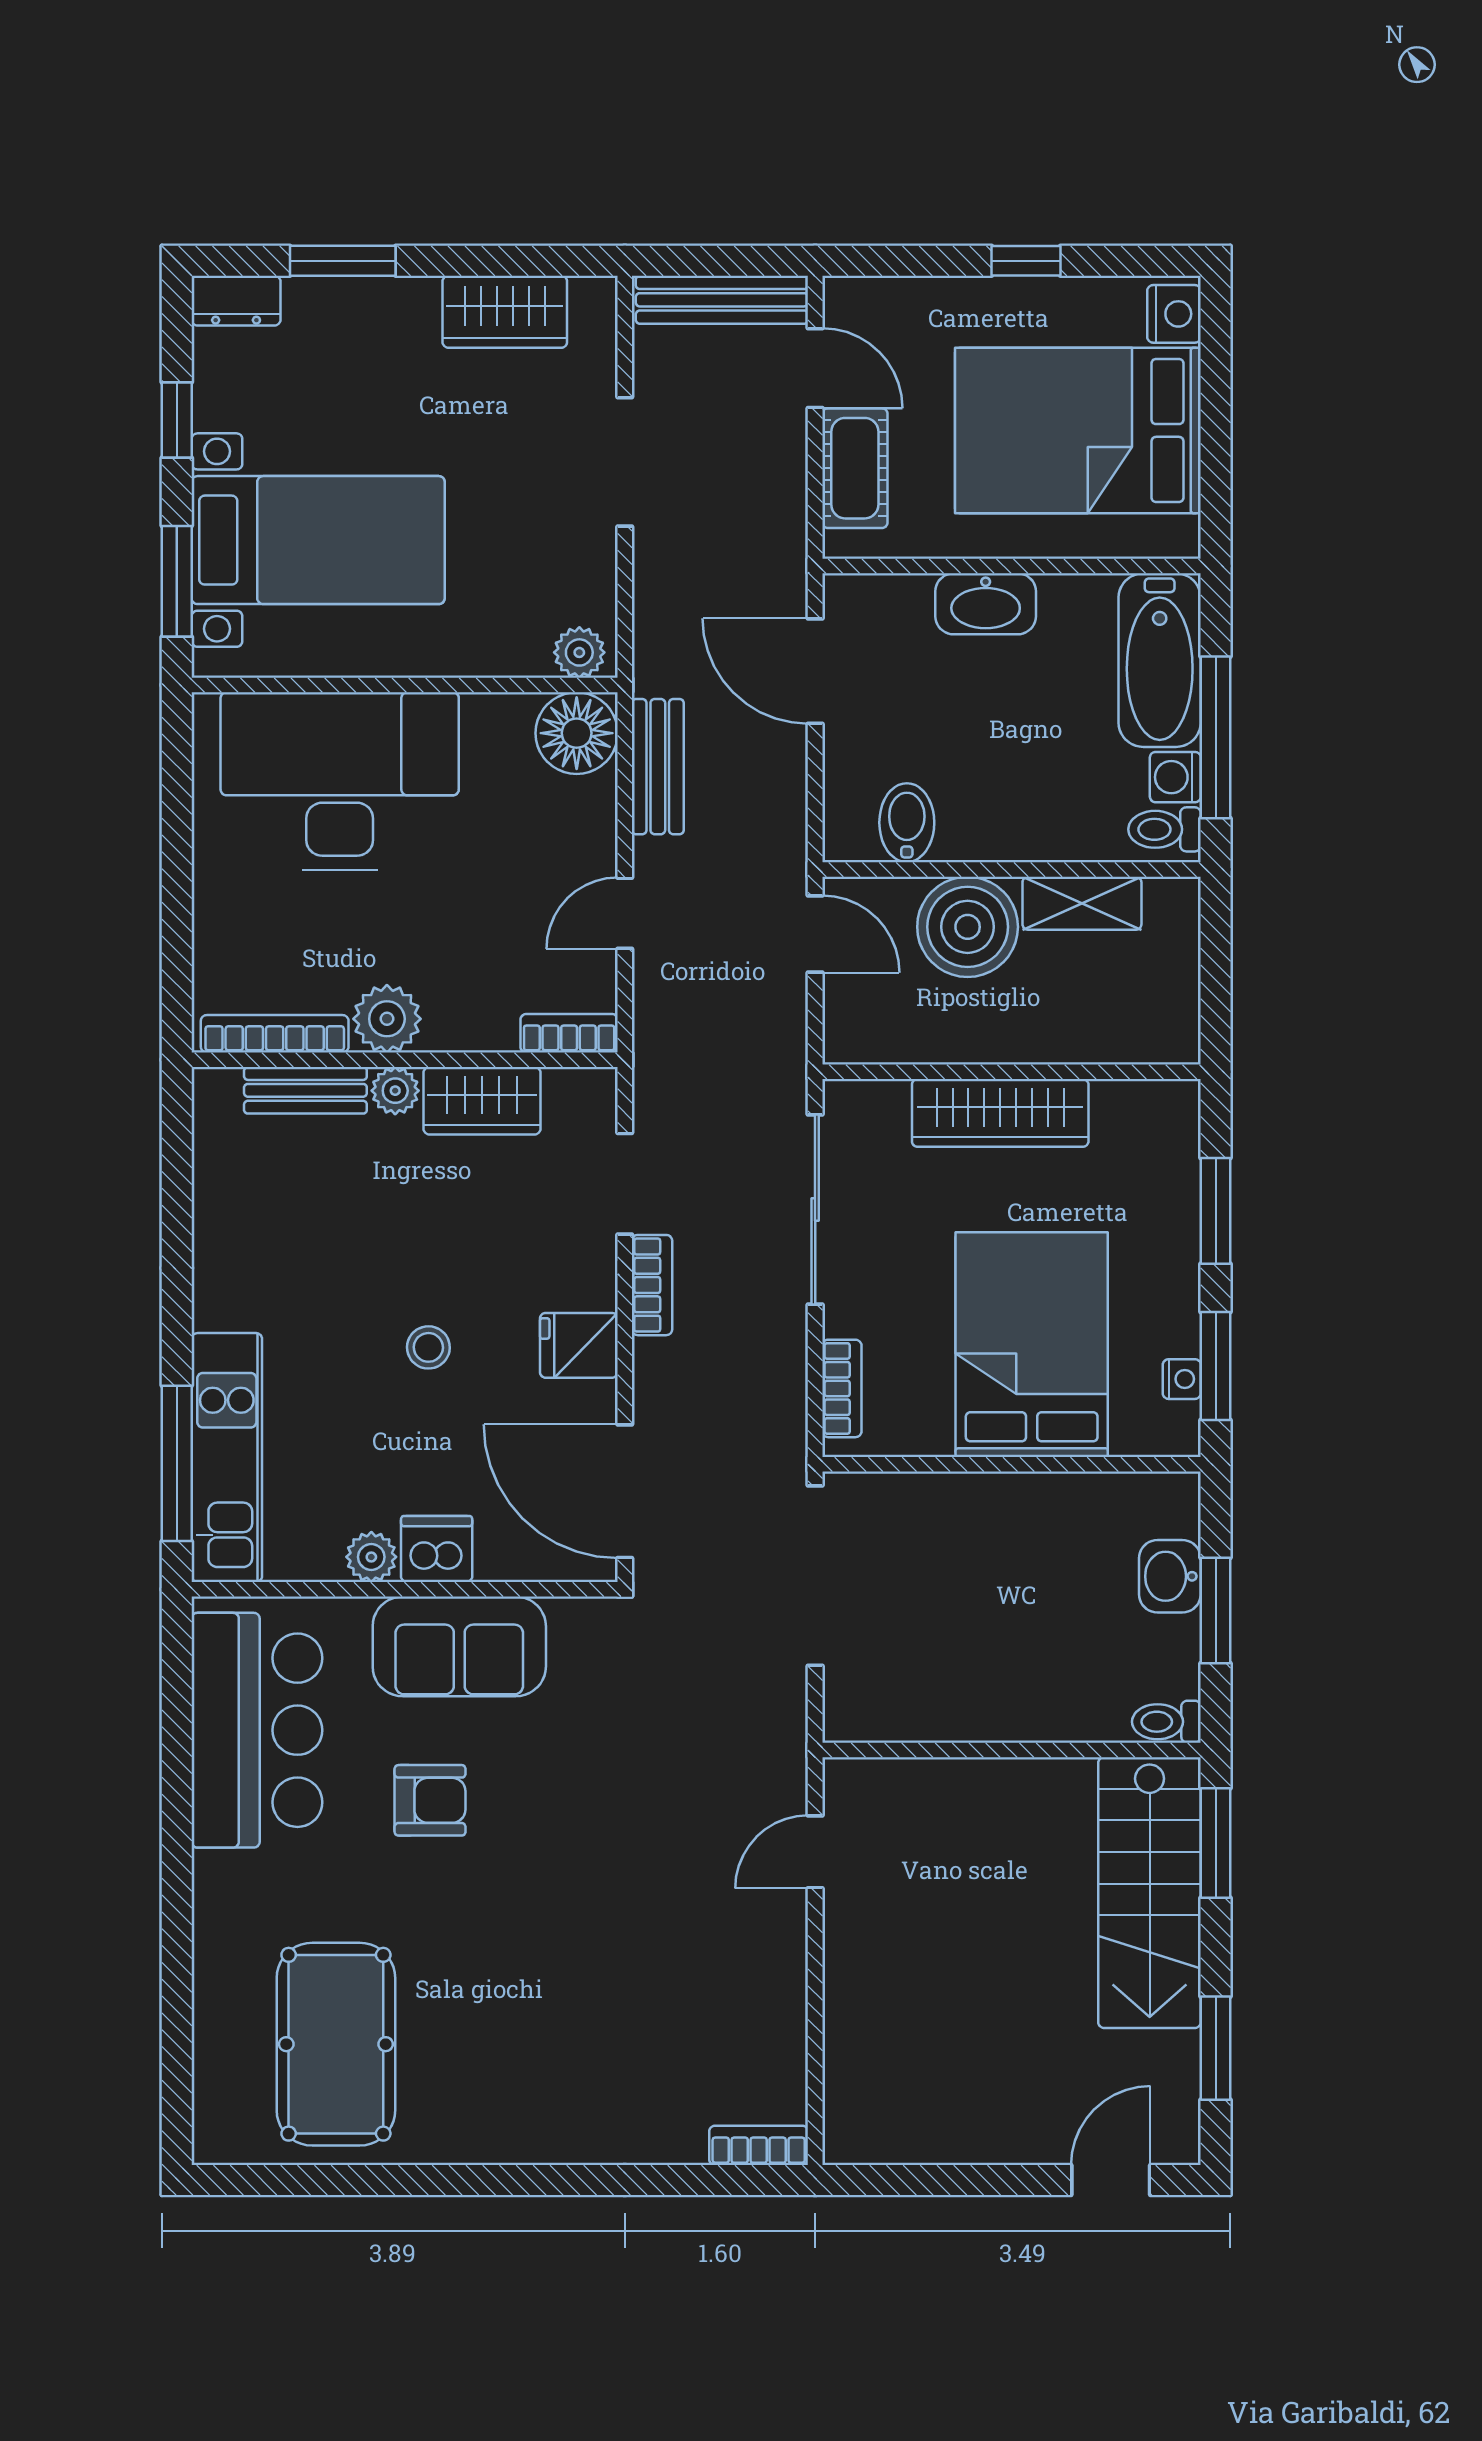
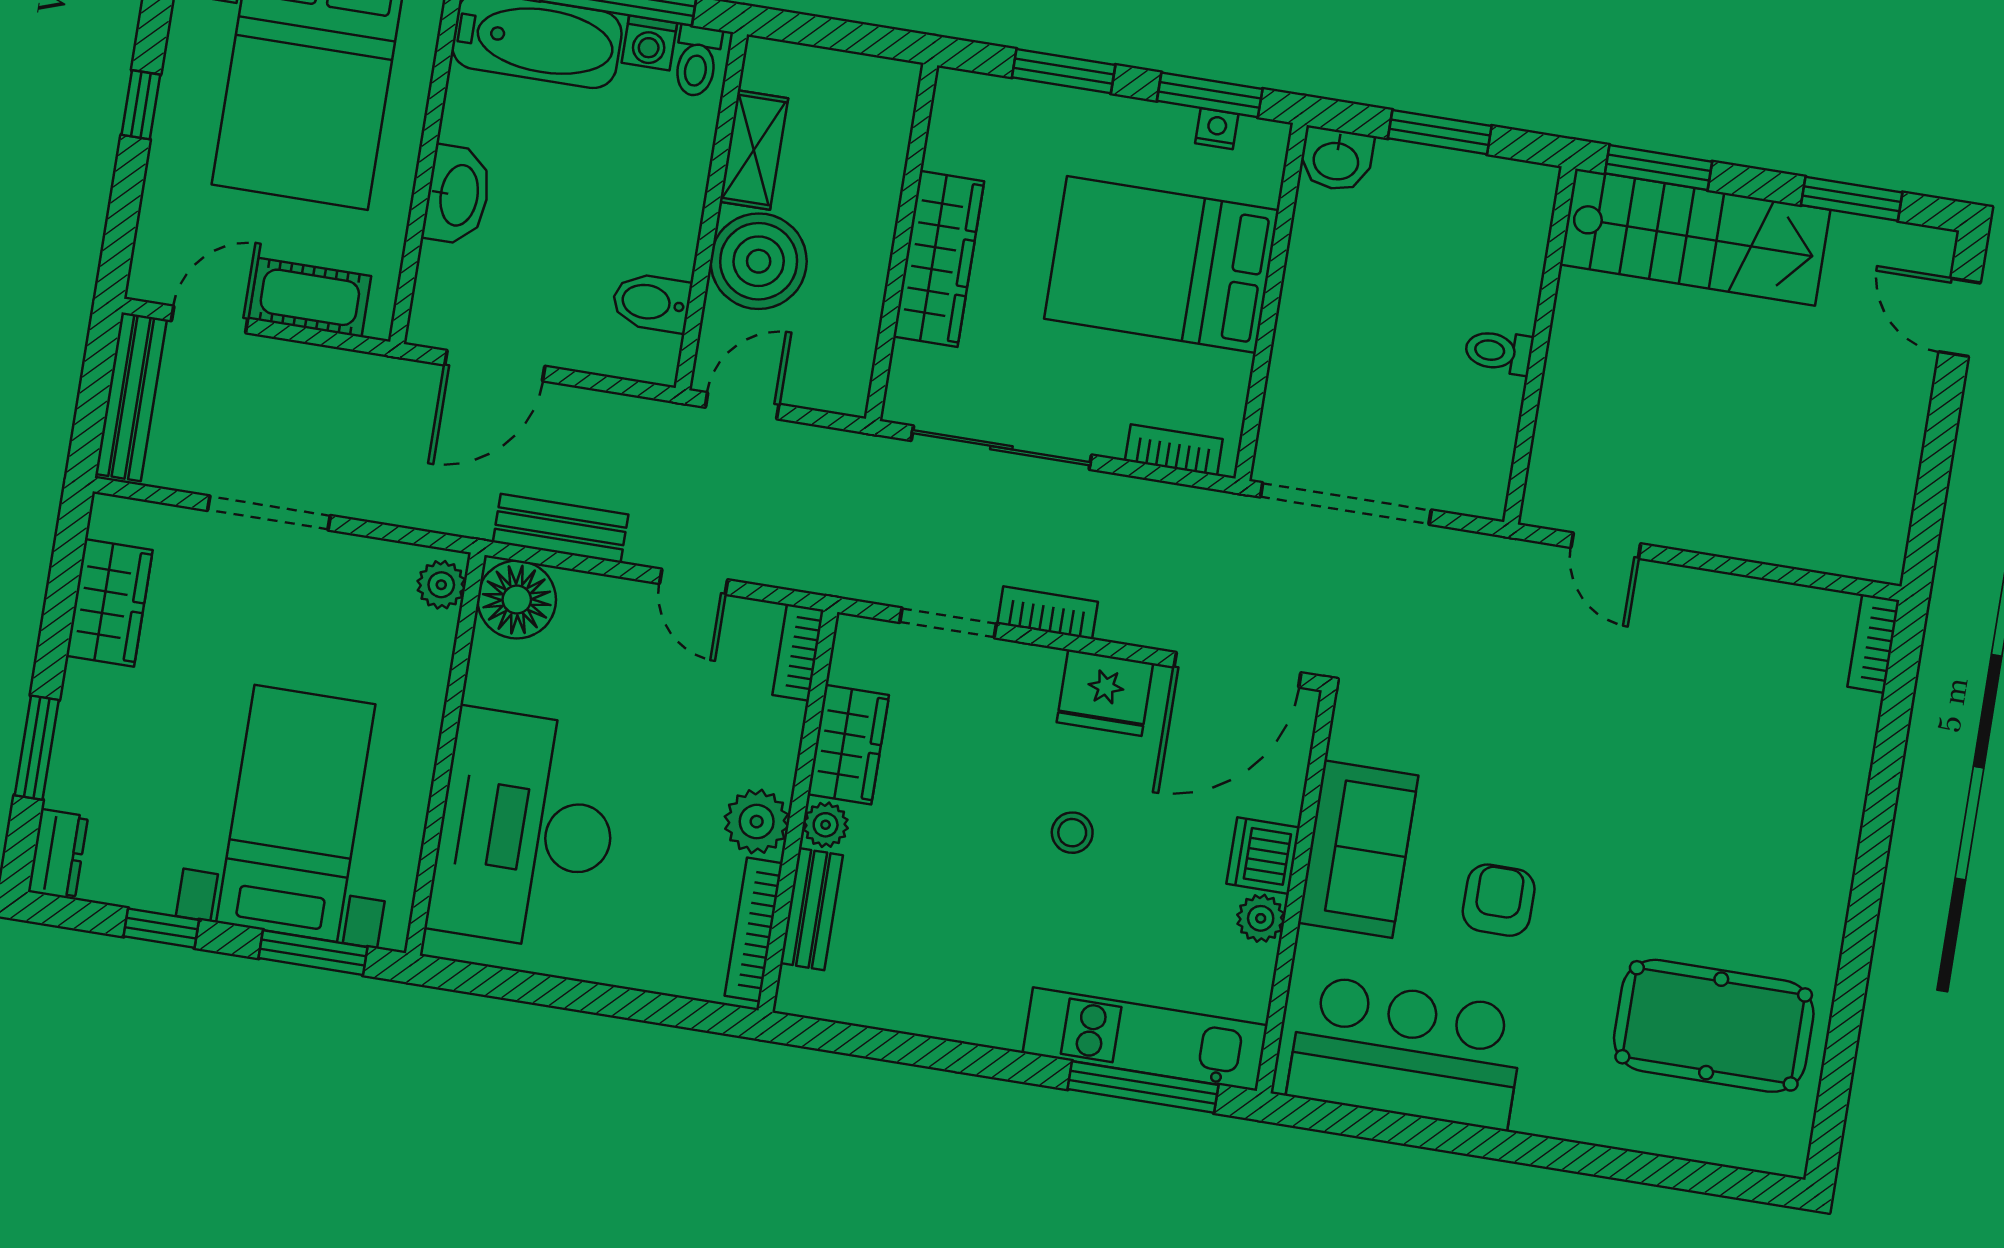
fridge: (579, 1345) -> (1105, 693), width x1.38
washbasin: (1170, 1576) -> (1336, 159), moved
toilet: (1166, 1722) -> (1499, 352), moved, turned 90

